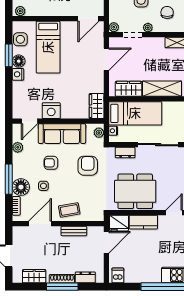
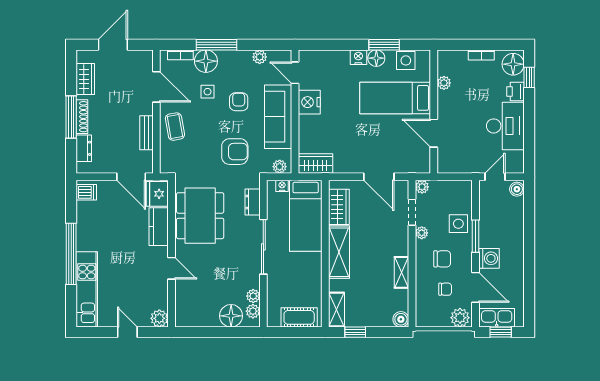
plant: (20, 11) -> (444, 83), moved
door: (88, 19) -> (434, 133), moved

